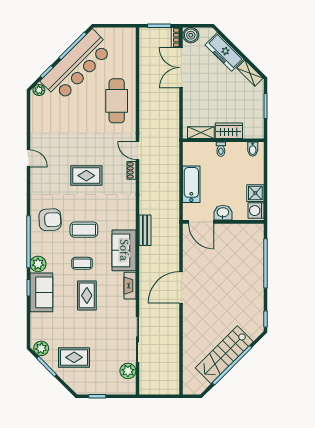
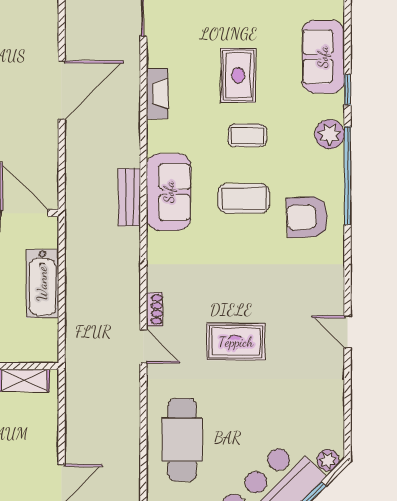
rug: (86, 176) -> (236, 342), moved
sofa: (124, 250) -> (169, 192), moved
sofa: (41, 292) -> (323, 57), moved

